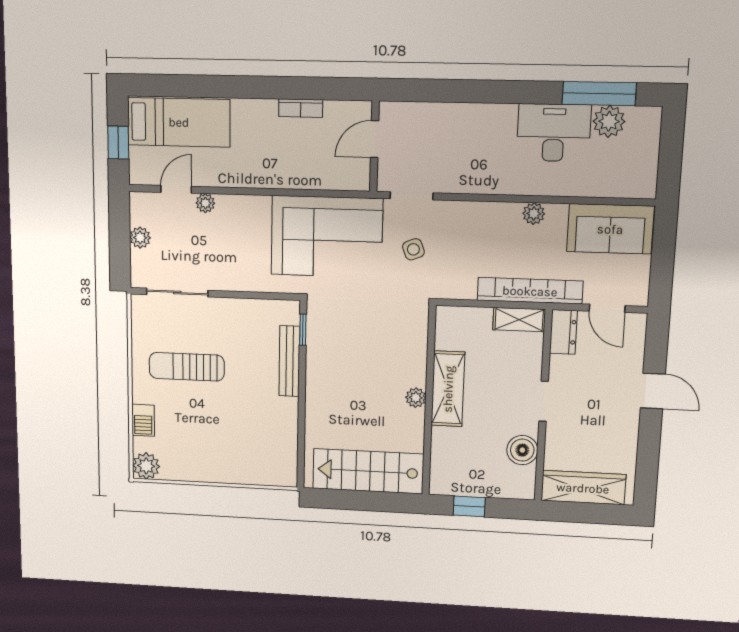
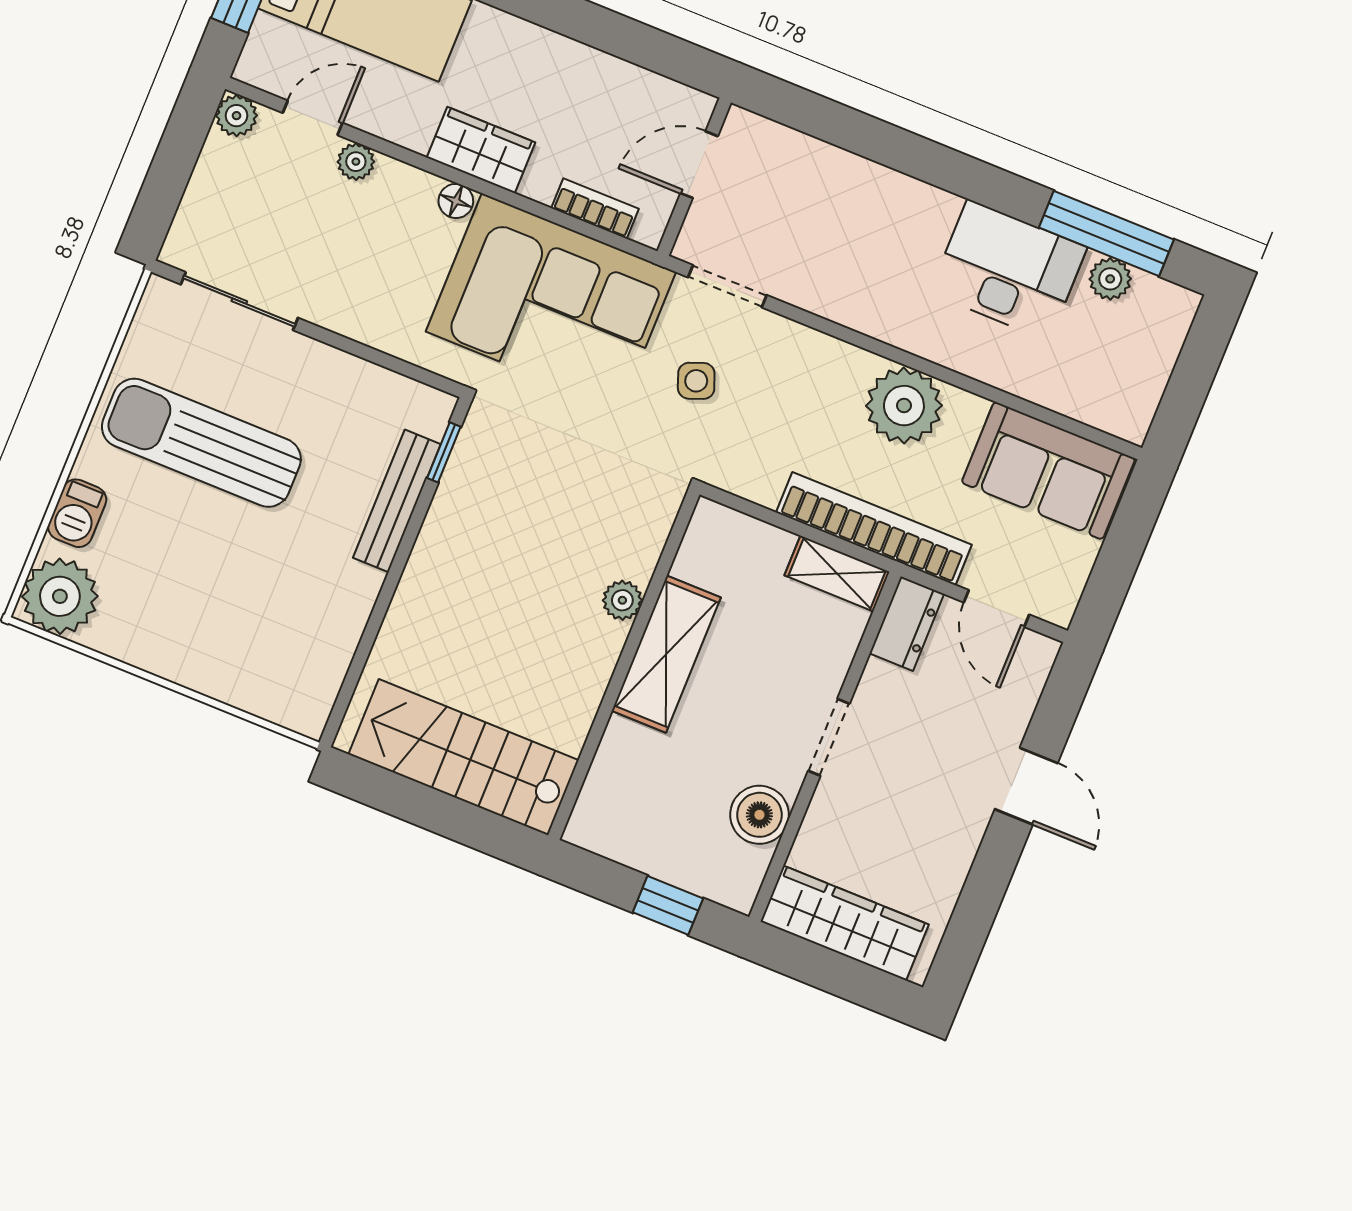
bookcase: (301, 108) -> (595, 208), moved, turned 180
plant: (609, 121) -> (1110, 279), width x0.73, depth x0.73
wardrobe: (264, 174) -> (481, 150), added
floor lamp: (261, 204) -> (456, 201), added
plant: (534, 214) -> (904, 406), width x1.88, depth x1.88
plant: (140, 238) -> (237, 116), moved
sun lounger: (187, 367) -> (201, 443), width x1.36, depth x1.34
plant: (416, 398) -> (622, 600), moved
plant: (146, 466) -> (60, 596), width x1.36, depth x1.36
window: (469, 506) -> (668, 905), moved

